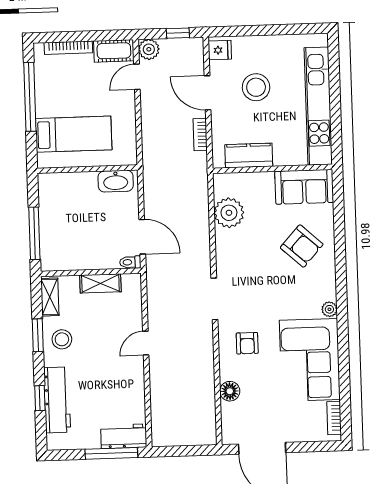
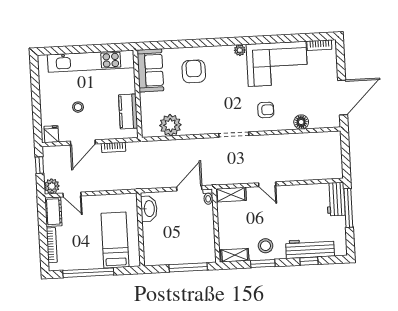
stool: (256, 87) -> (78, 107), width x0.53, depth x0.53
armchair: (302, 246) -> (194, 71), turned -42
shelving: (100, 283) -> (231, 195), moved, turned 90

